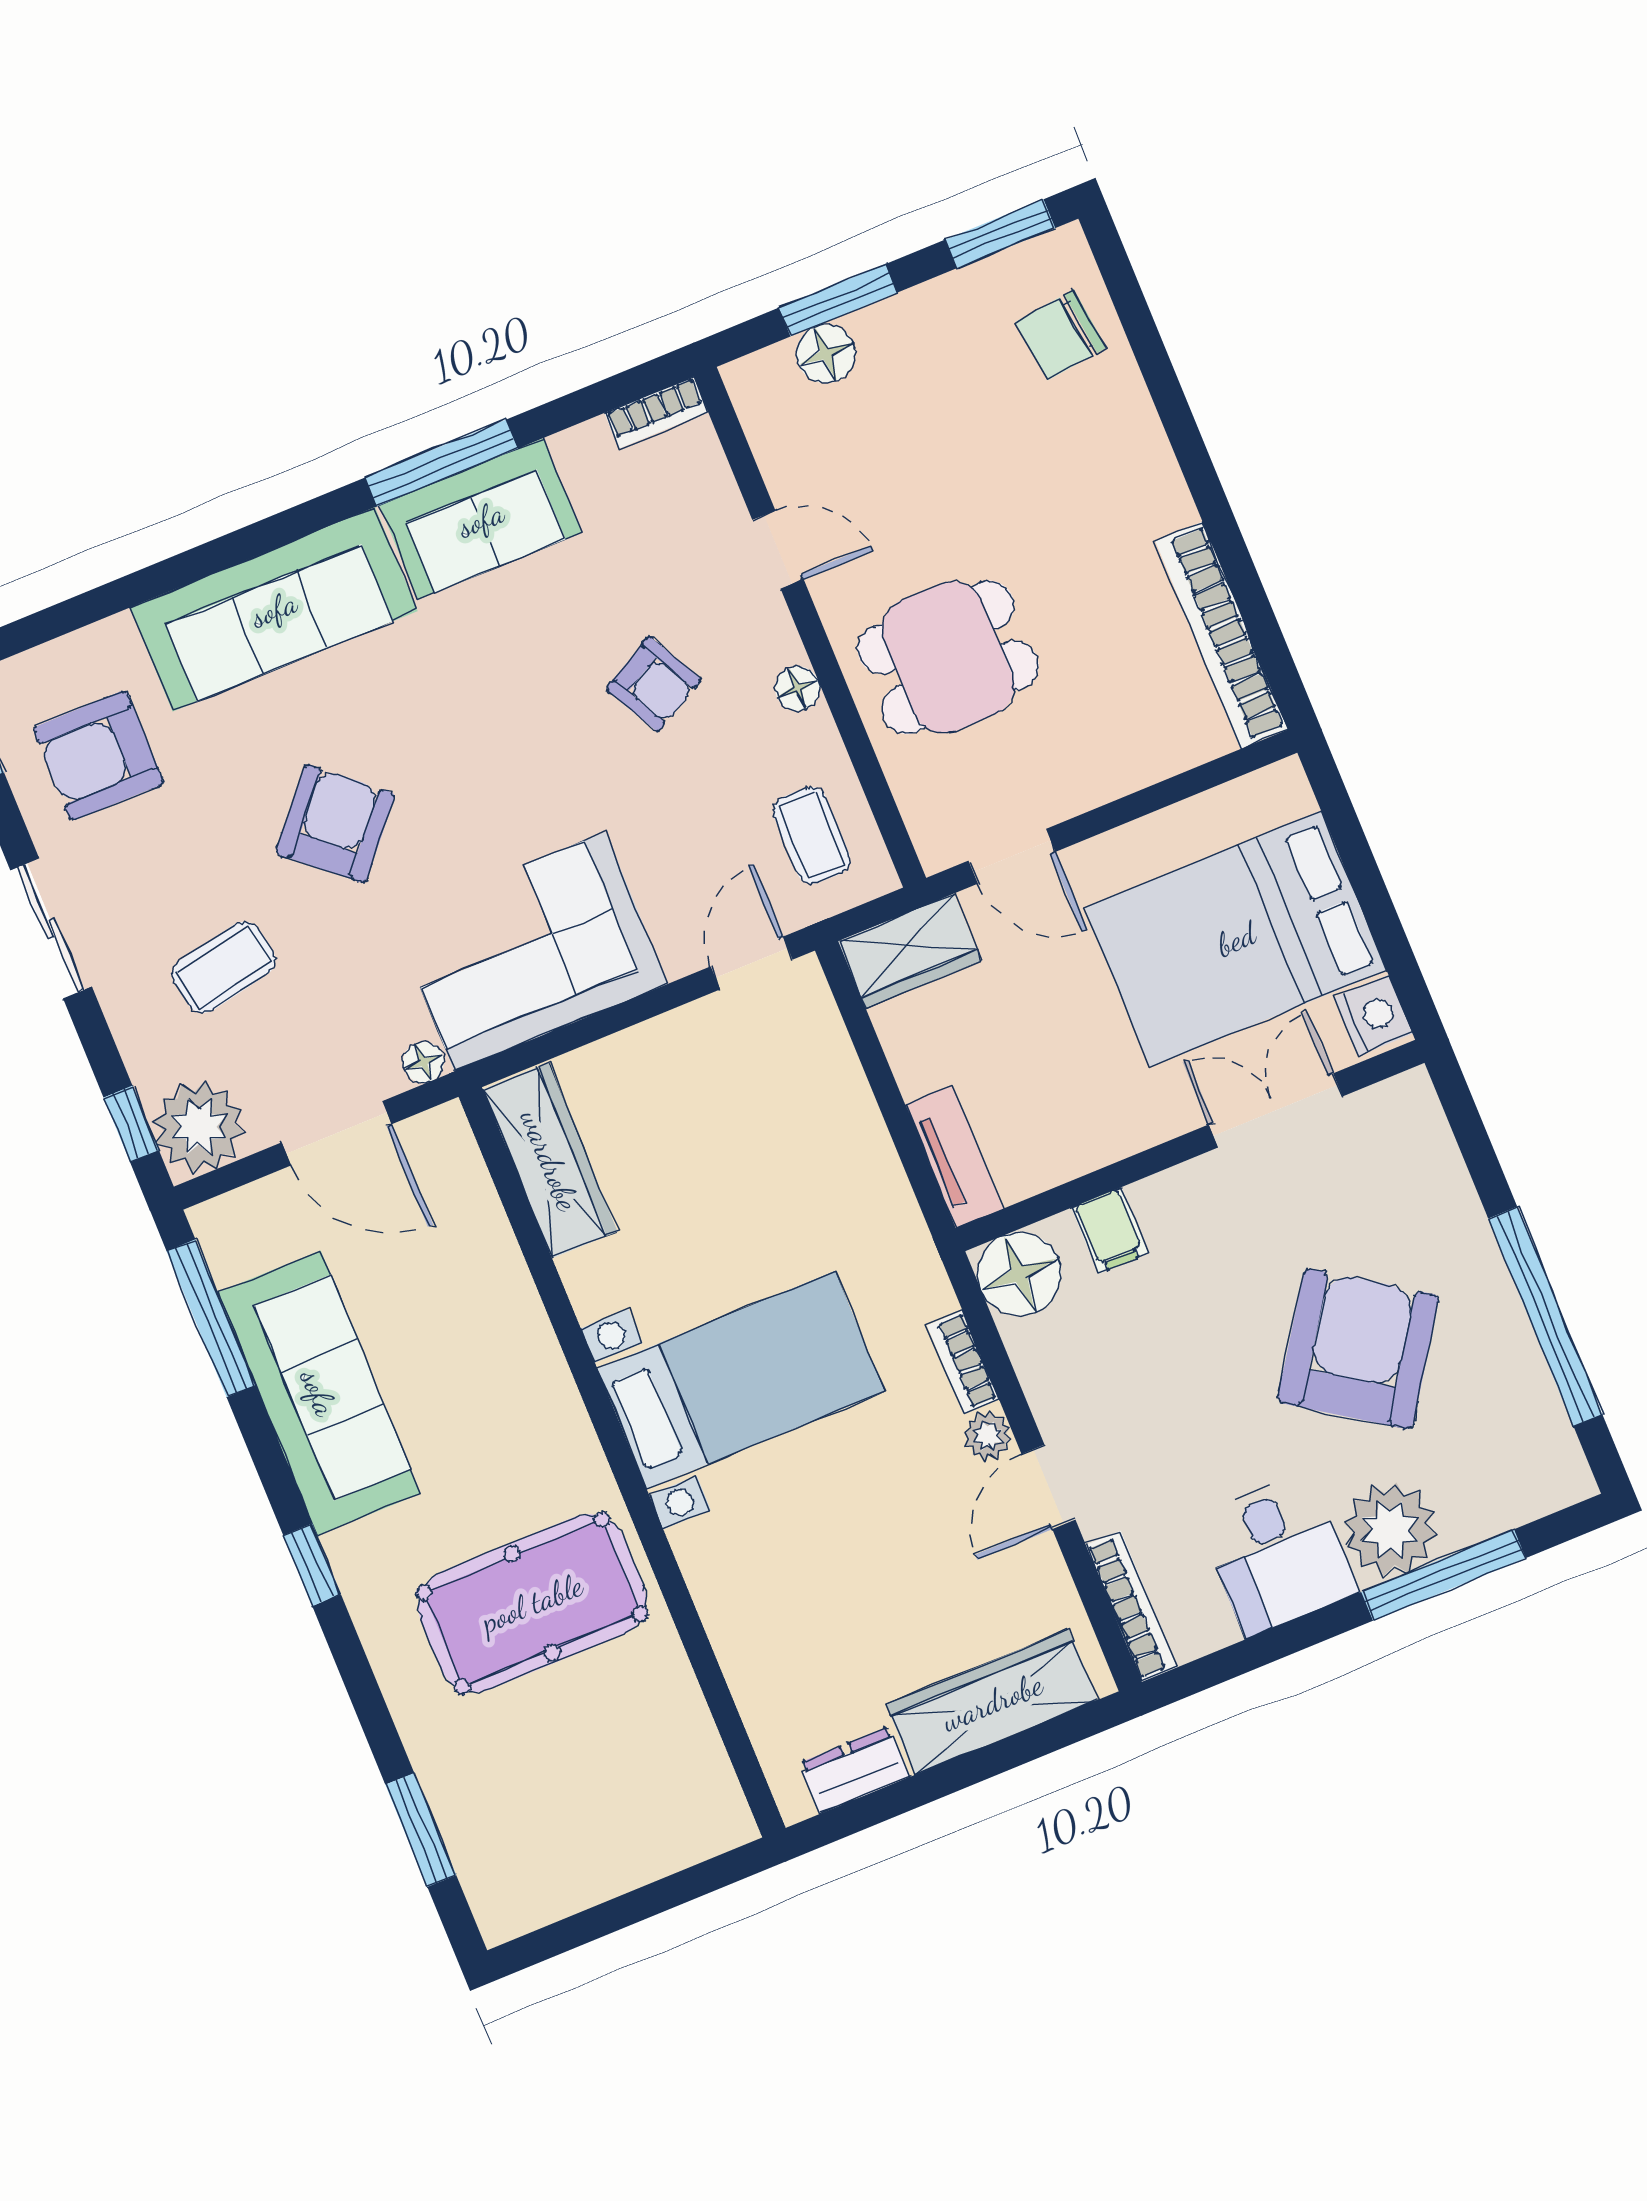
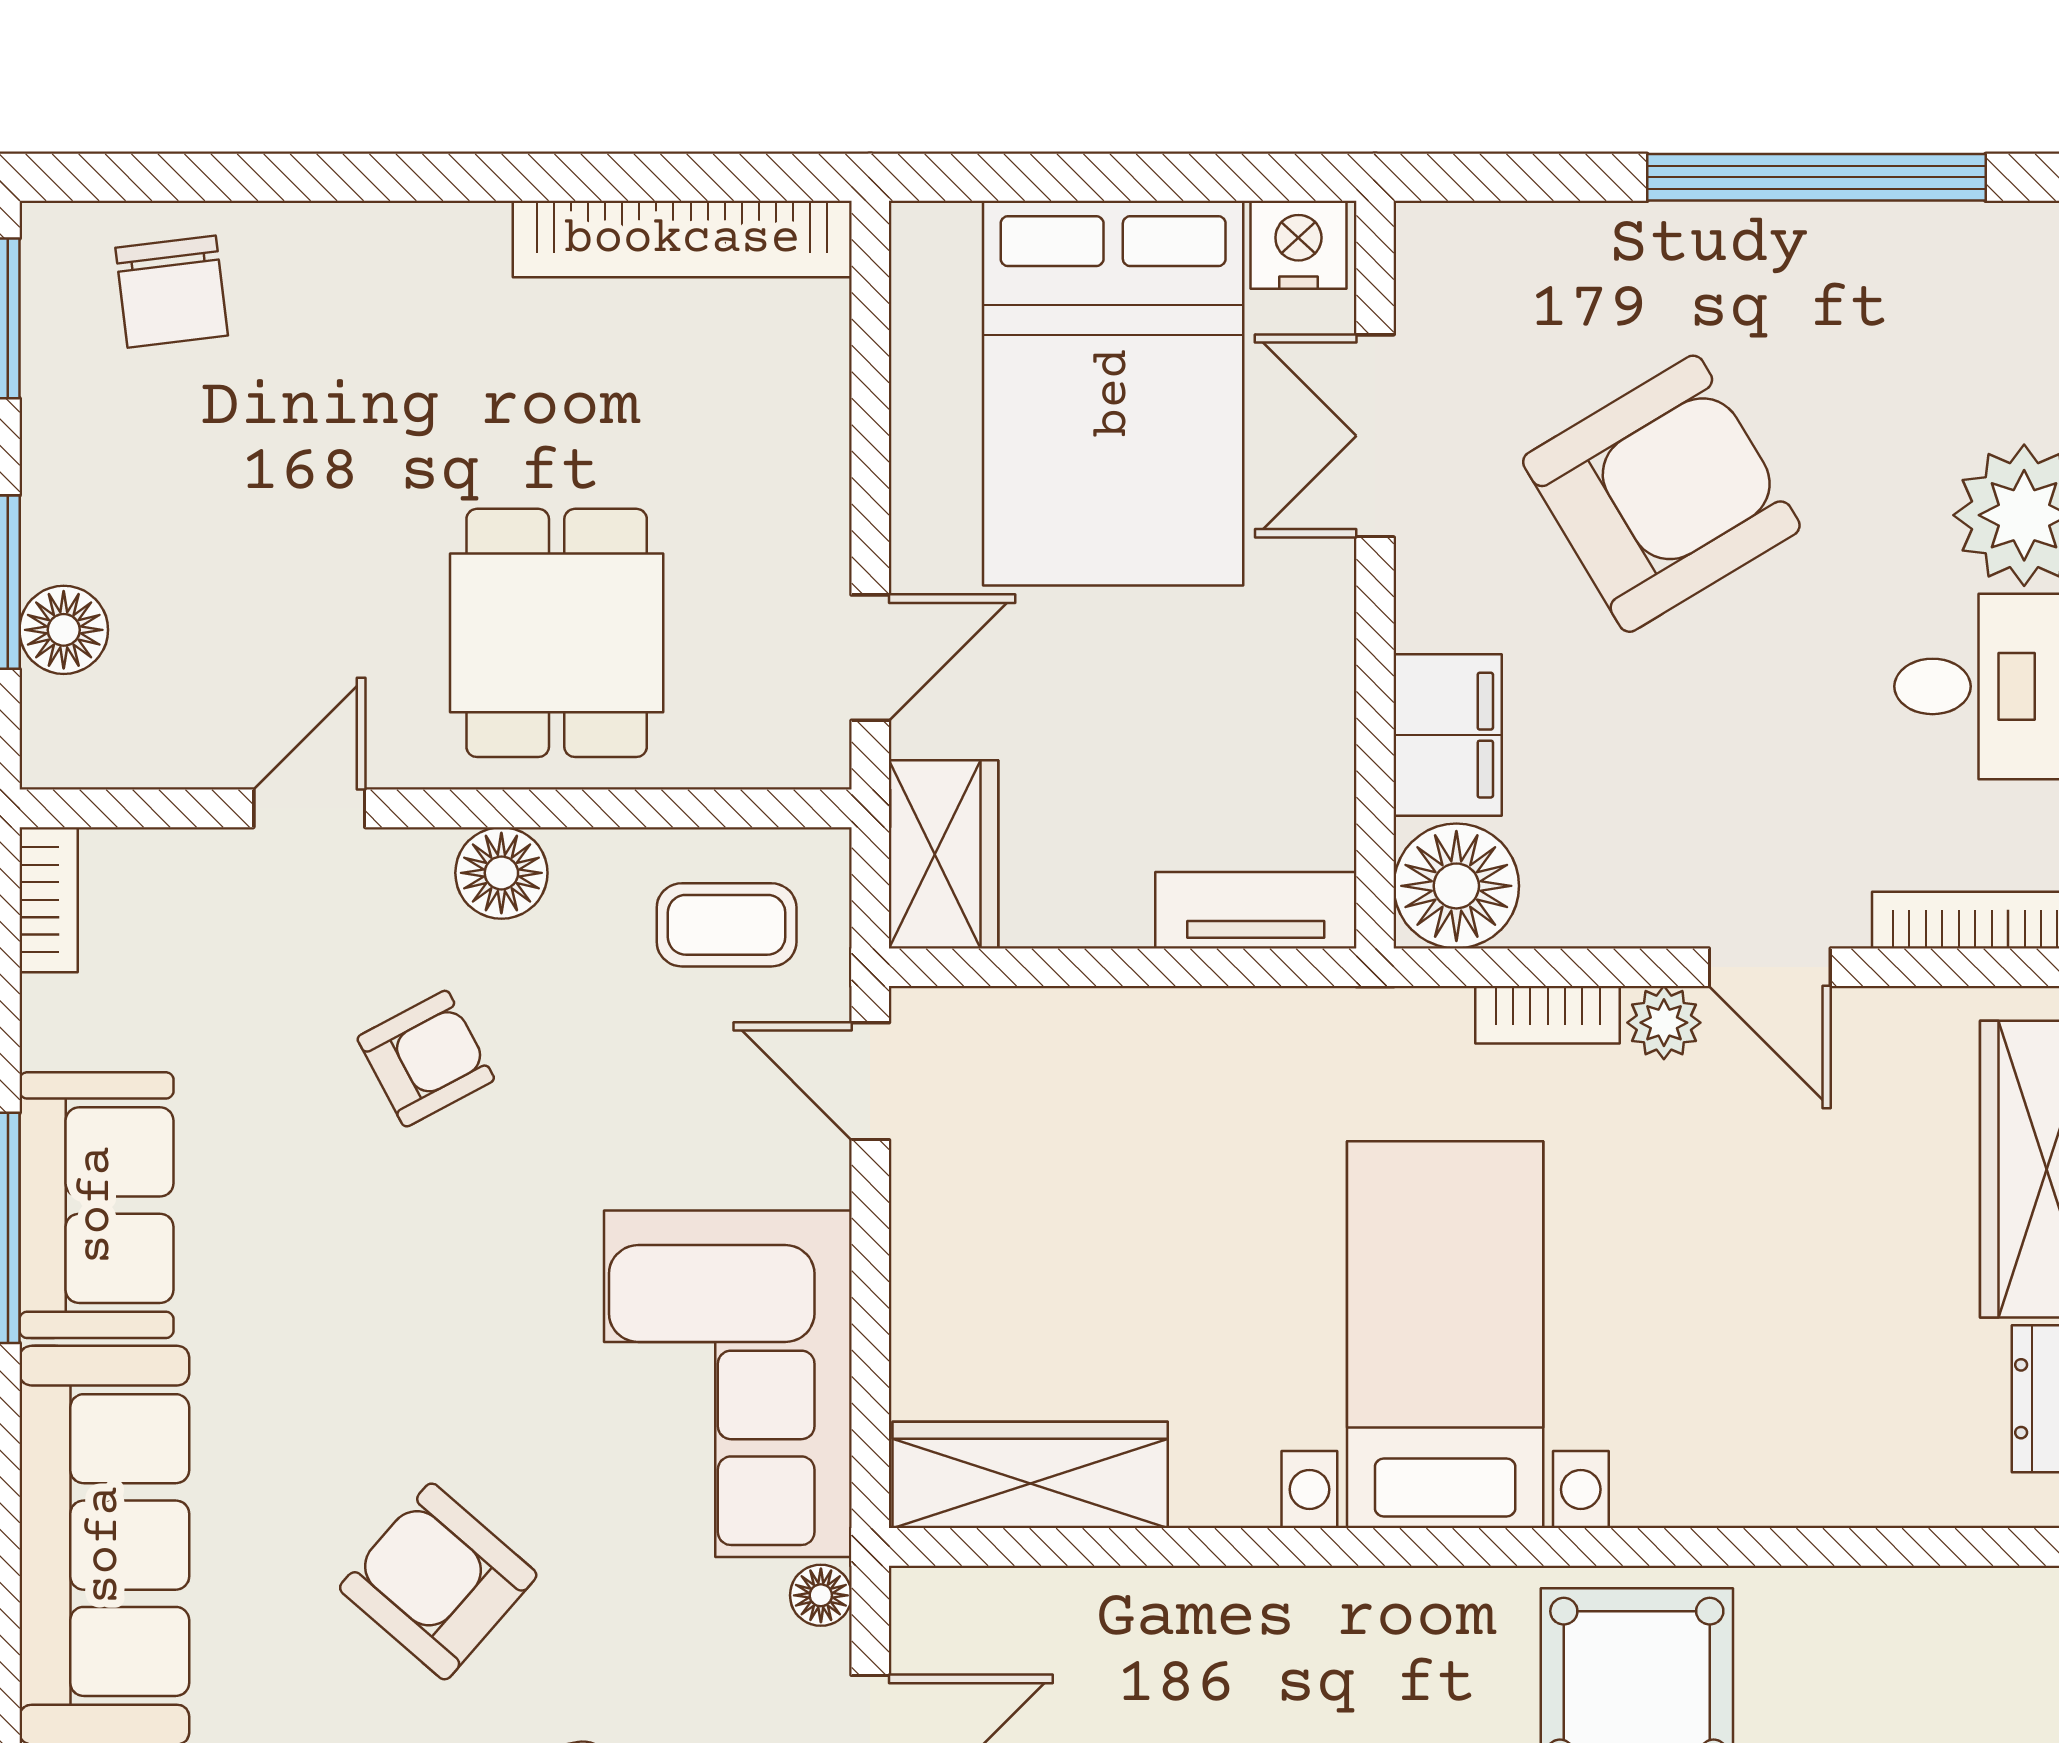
floor lamp: (797, 688) -> (501, 873), width x1.37, depth x1.37
filing cabinet: (1110, 1231) -> (1448, 735), width x2.00
armchair: (1358, 1349) -> (1661, 494), moved, turned 115

